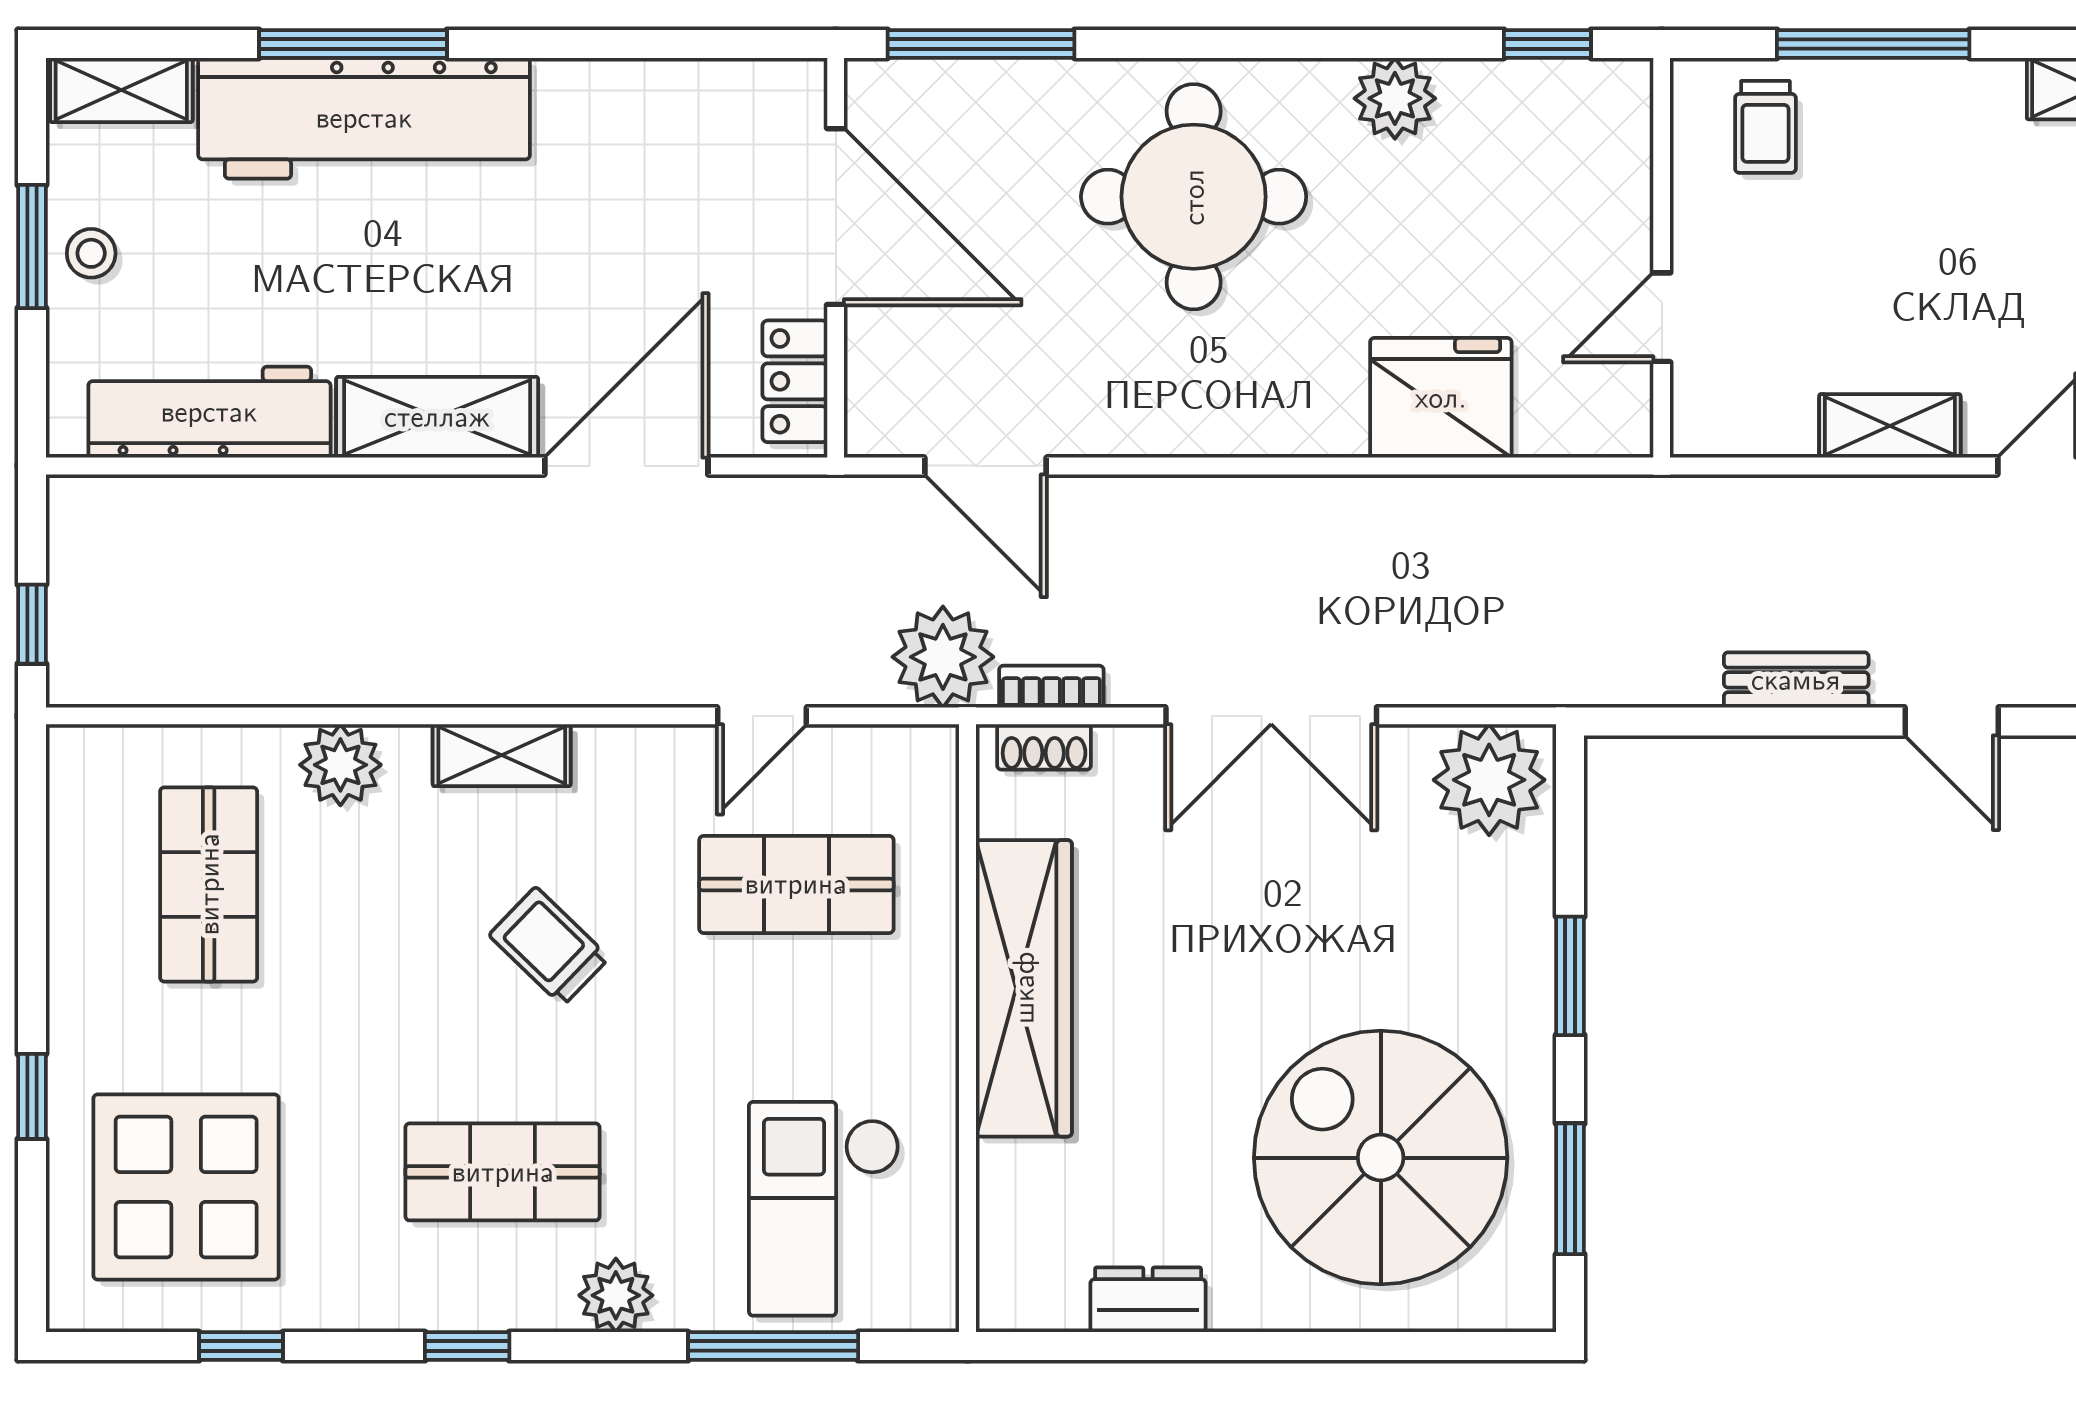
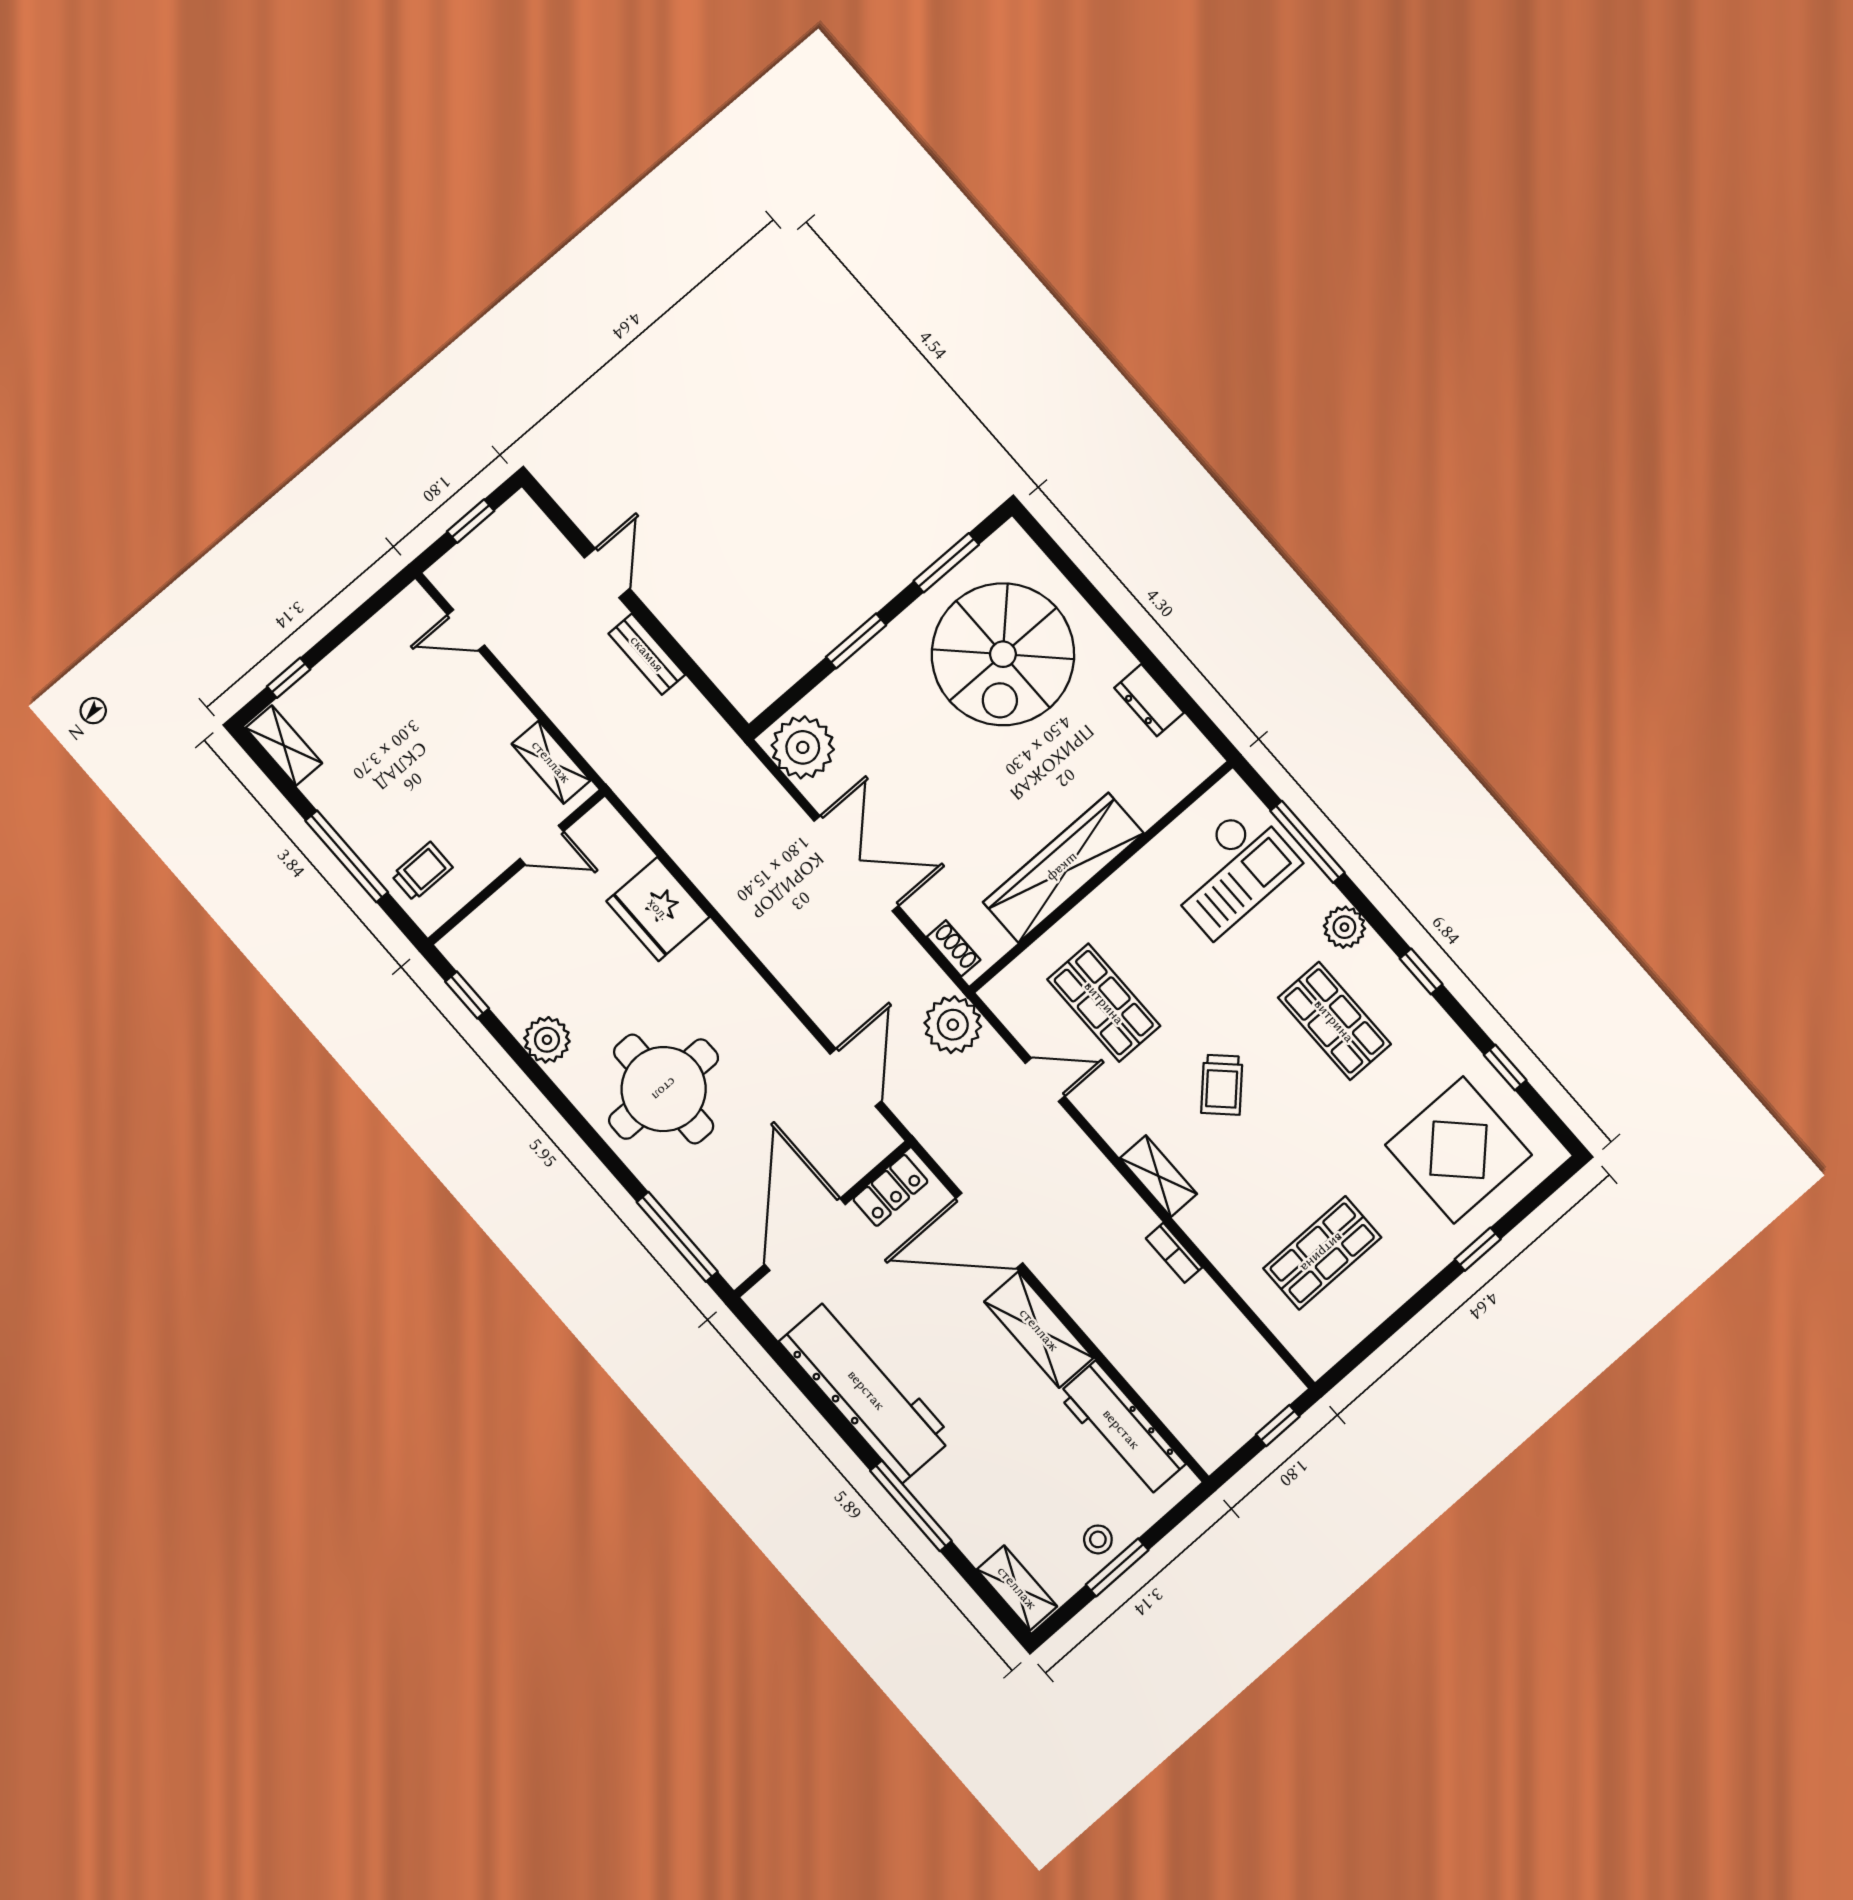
workbench: (364, 118) -> (866, 1390), moved
shelving: (1890, 426) -> (551, 762), moved
bookcase: (1051, 687) -> (1174, 1253), moved
plant: (340, 765) -> (1223, 1241), removed

